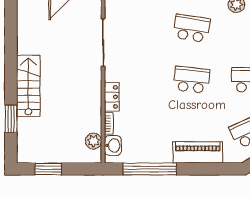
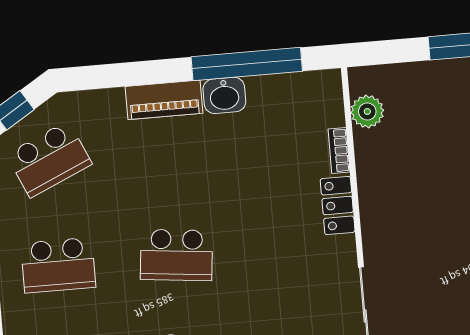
washbasin: (113, 145) -> (224, 95), moved, turned -90
piano: (198, 152) -> (164, 100), width x0.73, depth x0.75

